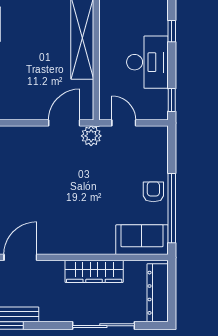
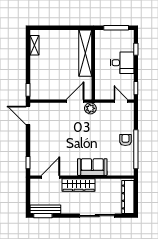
desk: (147, 62) -> (122, 63), width x0.73
door: (124, 123) -> (121, 101), moved
sofa: (142, 240) -> (92, 167), moved
wardrobe: (94, 271) -> (79, 185), moved

